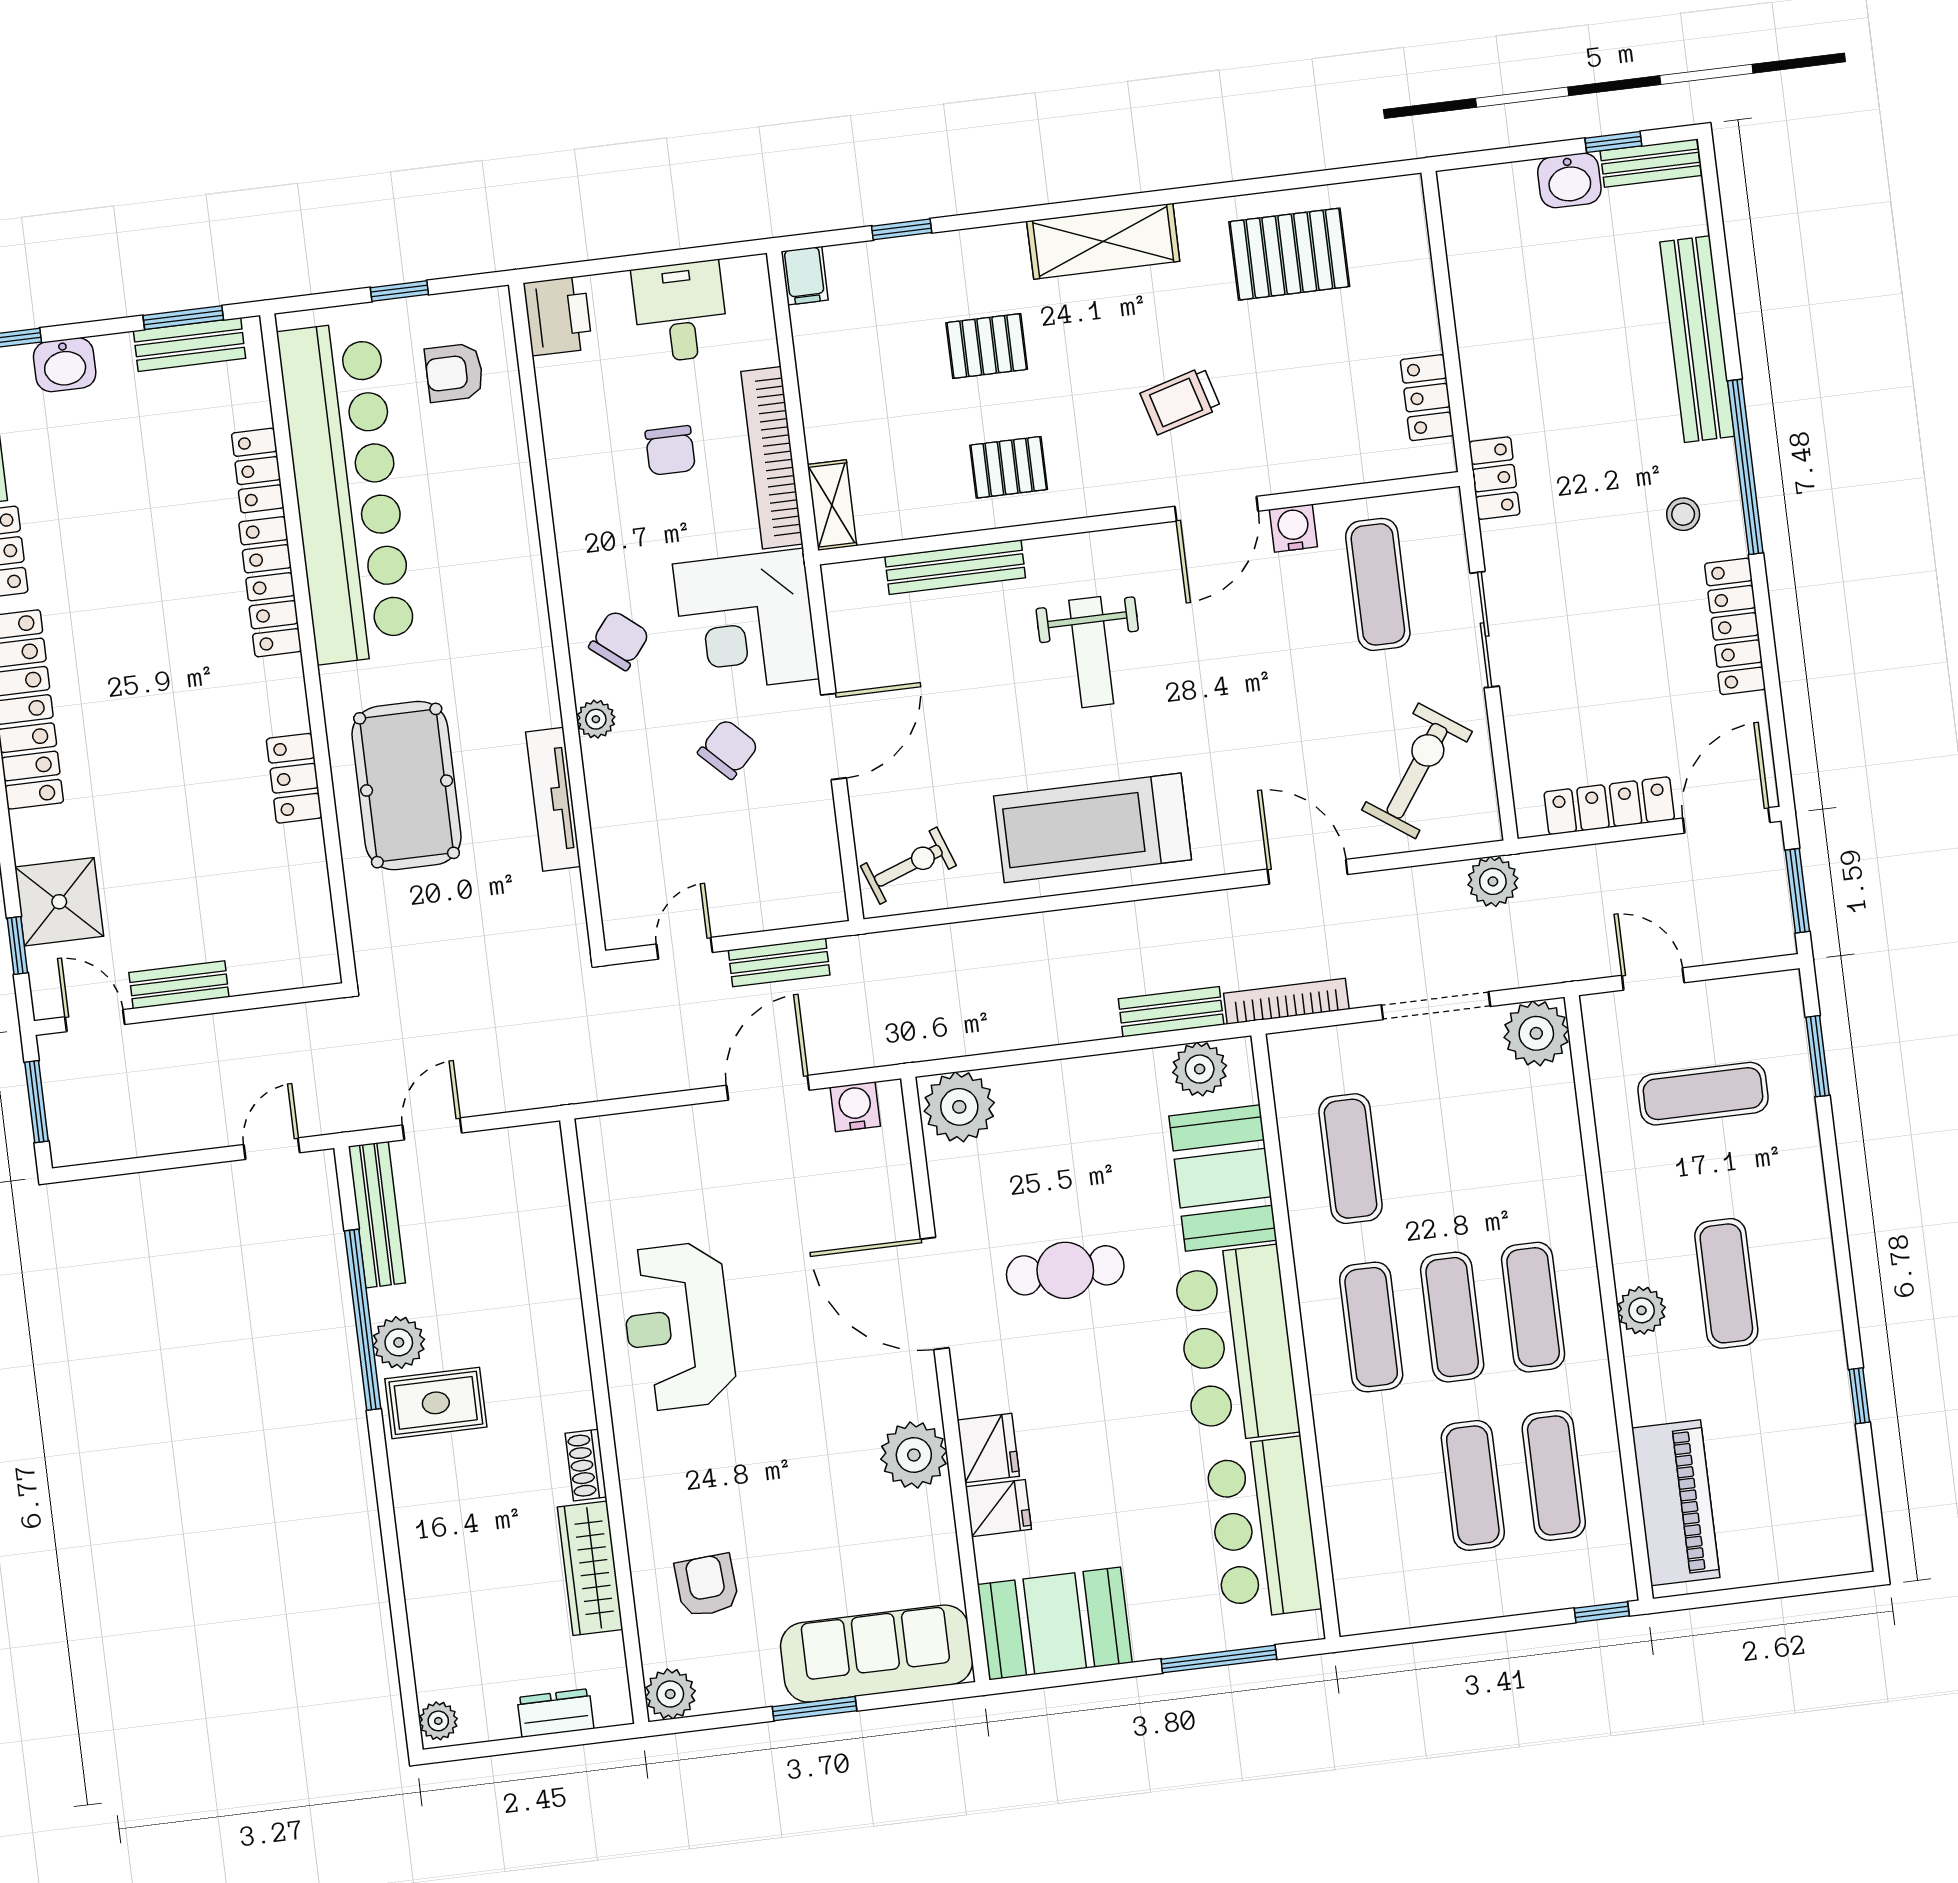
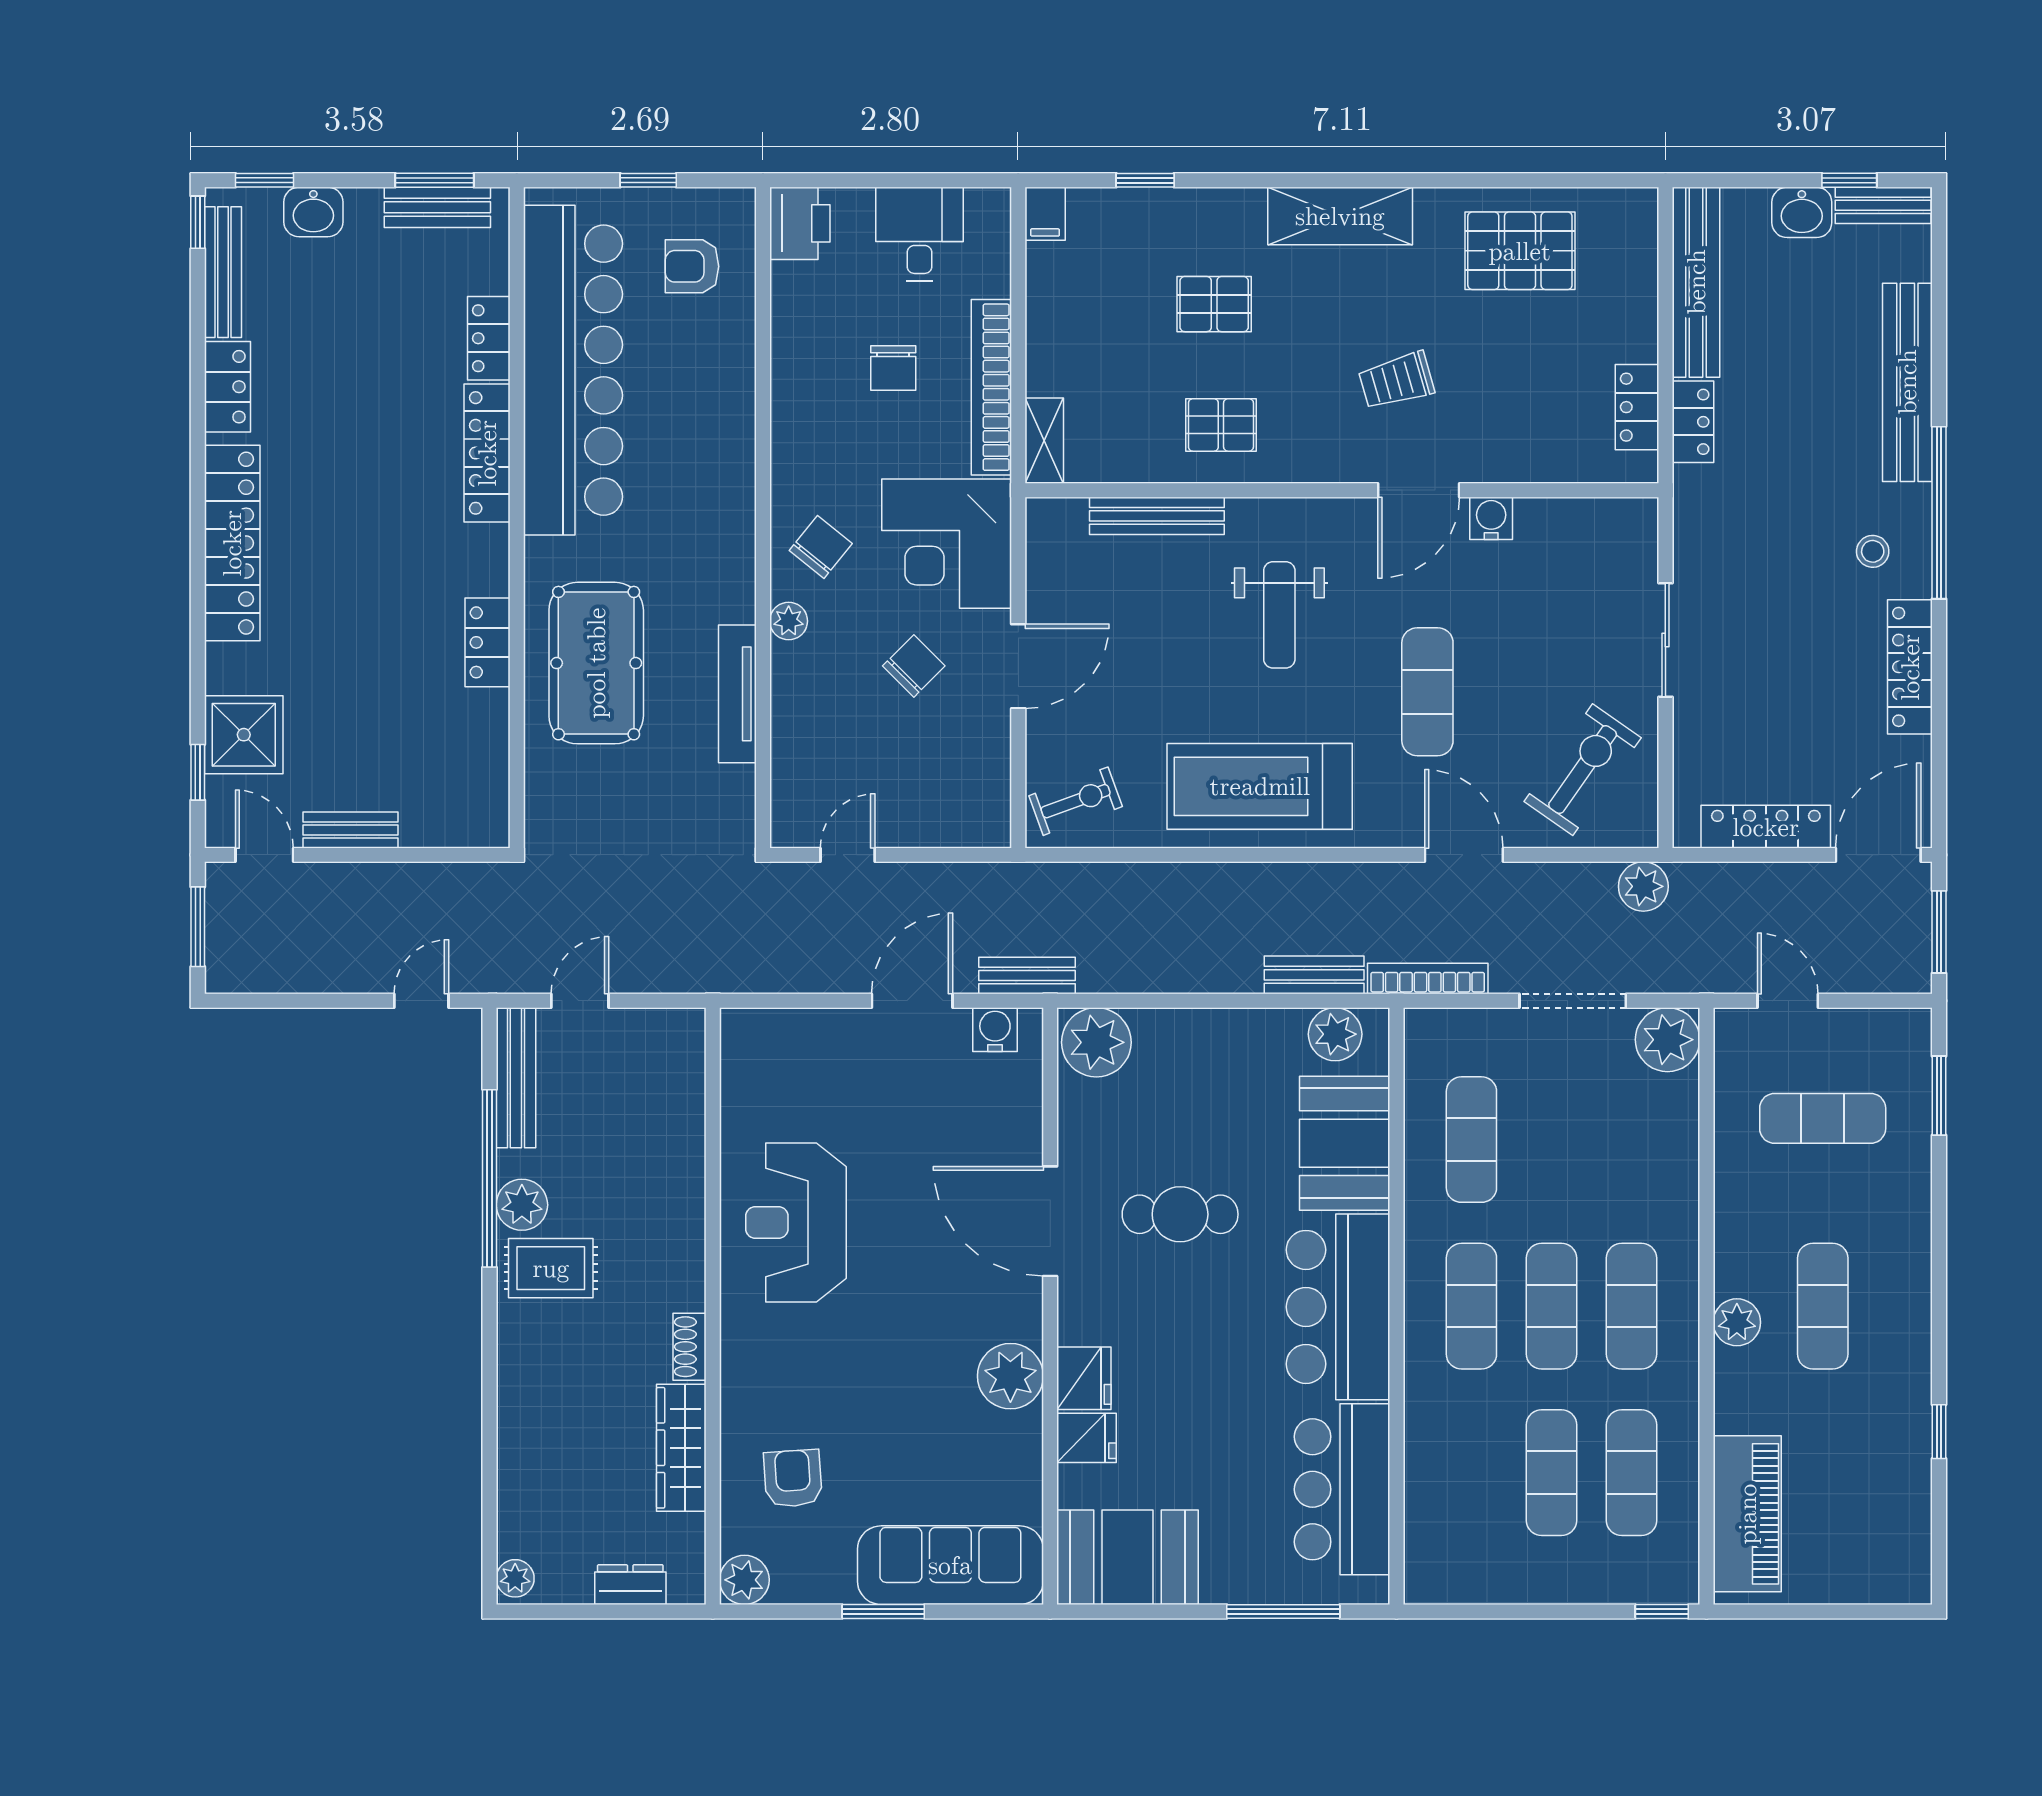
bench: (1471, 264) -> (1696, 282), added
locker: (1494, 478) -> (1693, 422), moved
exercise mat: (1378, 584) -> (1427, 692), moved
bench: (779, 962) -> (1027, 976), moved

